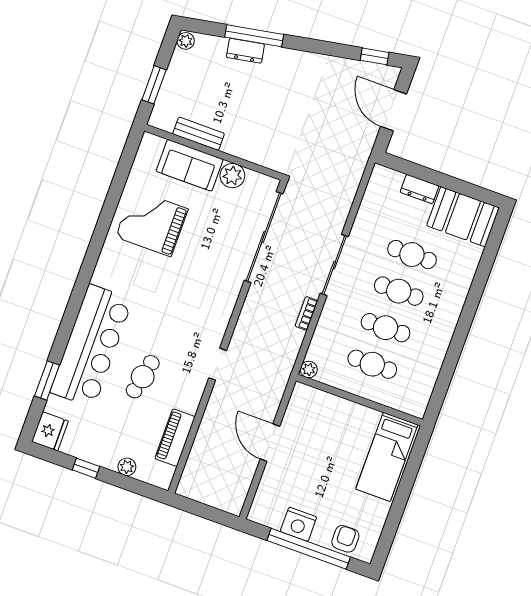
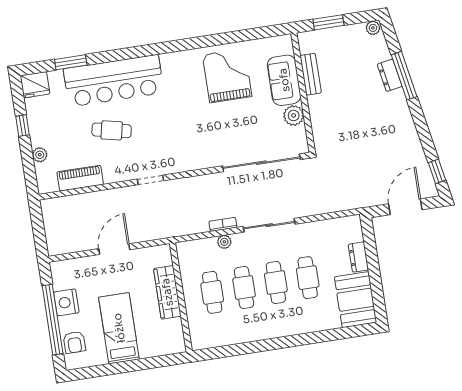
plant: (309, 369) -> (224, 242), moved
wardrobe: (346, 412) -> (167, 292), added
bed: (387, 457) -> (119, 328), moved, turned 90
armchair: (345, 539) -> (74, 342), turned 90

